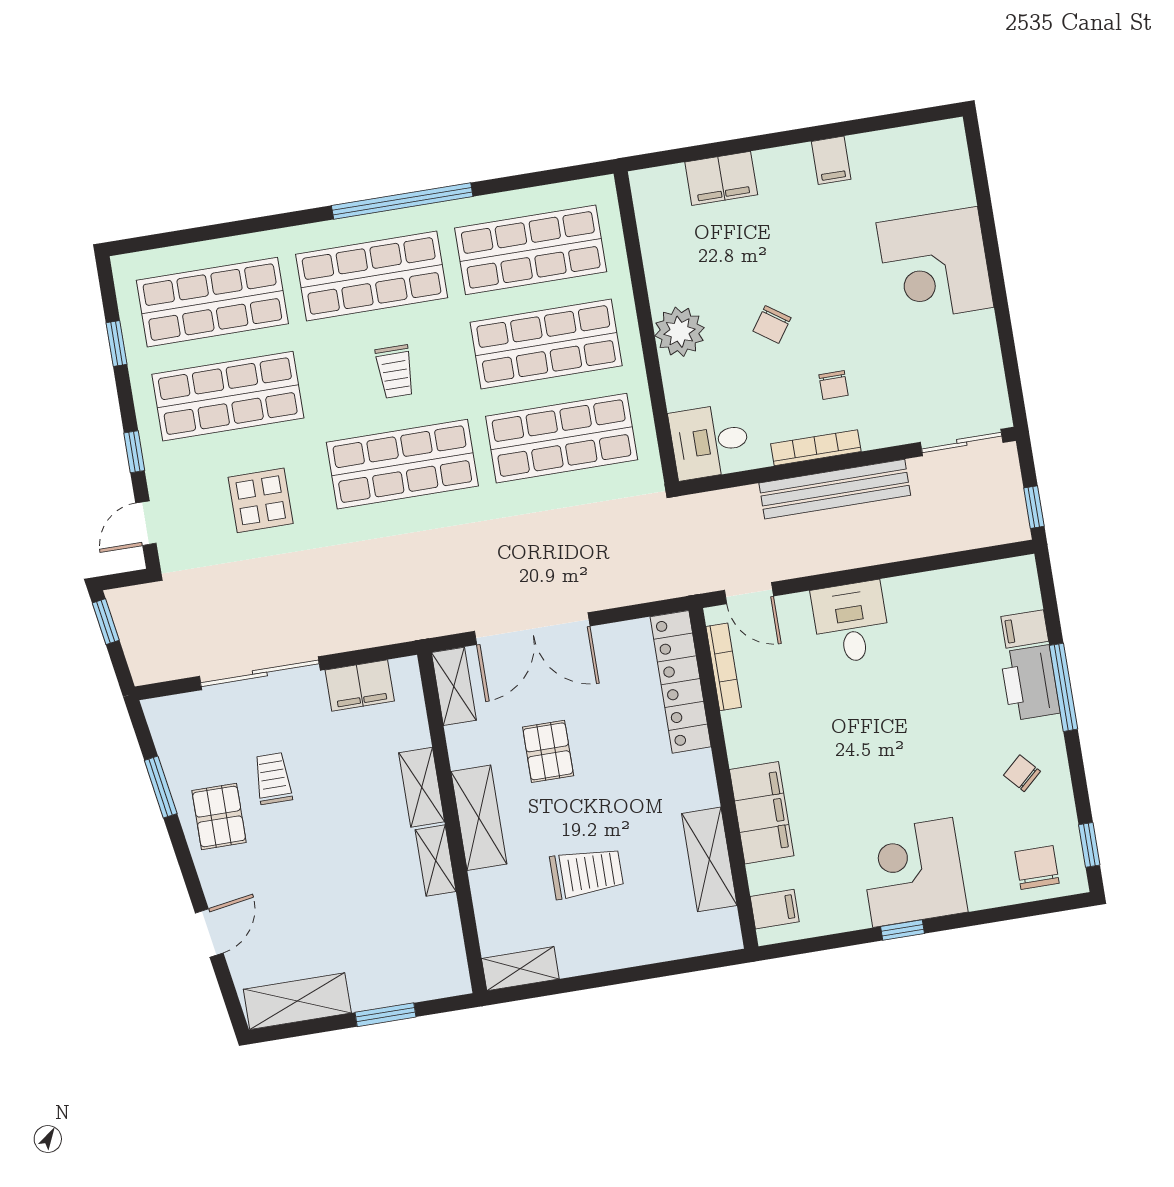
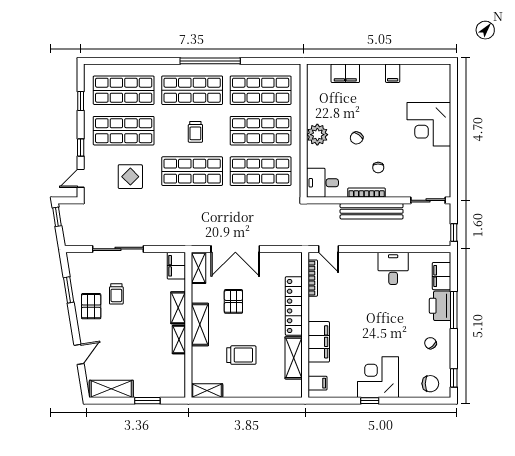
desk: (851, 623) -> (393, 268), moved
filing cabinet: (1025, 629) -> (442, 276), width x2.00
locker: (681, 682) -> (294, 306), moved
filing cabinet: (360, 686) -> (176, 266), moved, turned 90
trolley: (273, 778) -> (116, 294), turned 180
chair: (1037, 867) -> (430, 384), turned 90

